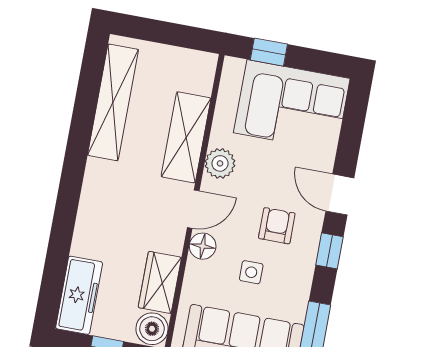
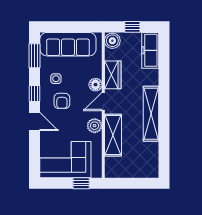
shelving: (113, 102) -> (151, 114), moved
side table: (251, 272) -> (56, 79), moved
wardrobe: (160, 282) -> (113, 75), moved

